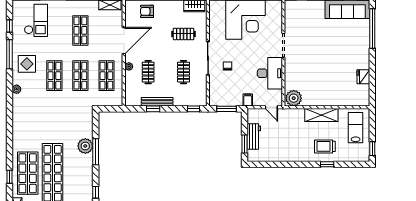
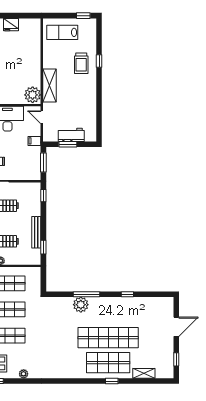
door: (271, 107) -> (42, 117), swing flipped
window: (153, 109) -> (43, 247), moved
shelving: (321, 115) -> (49, 86), moved
window: (245, 144) -> (68, 144), moved

